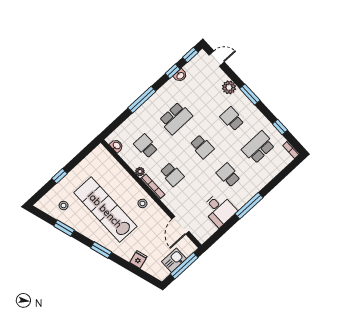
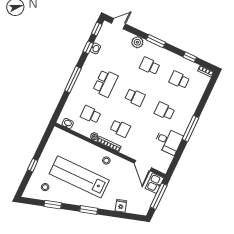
school desk: (258, 147) -> (179, 80), width x0.54
kitchen sink: (174, 260) -> (155, 183), moved

